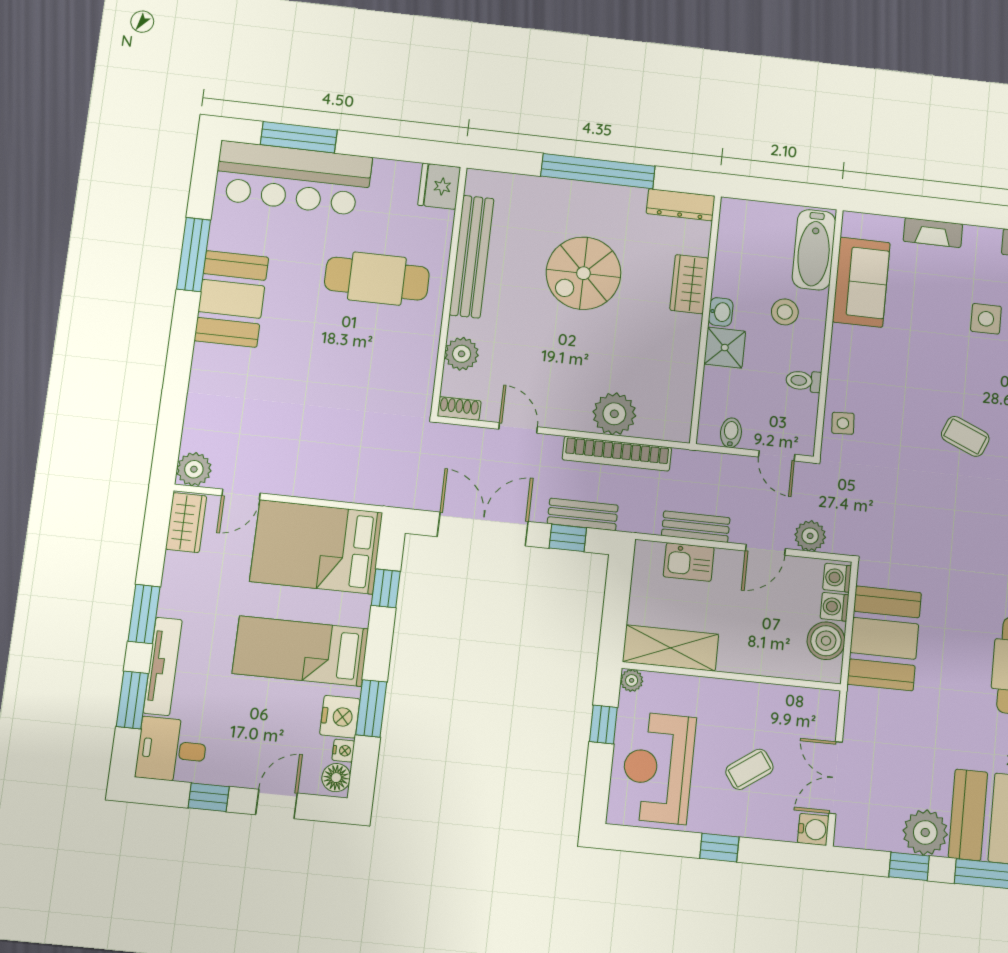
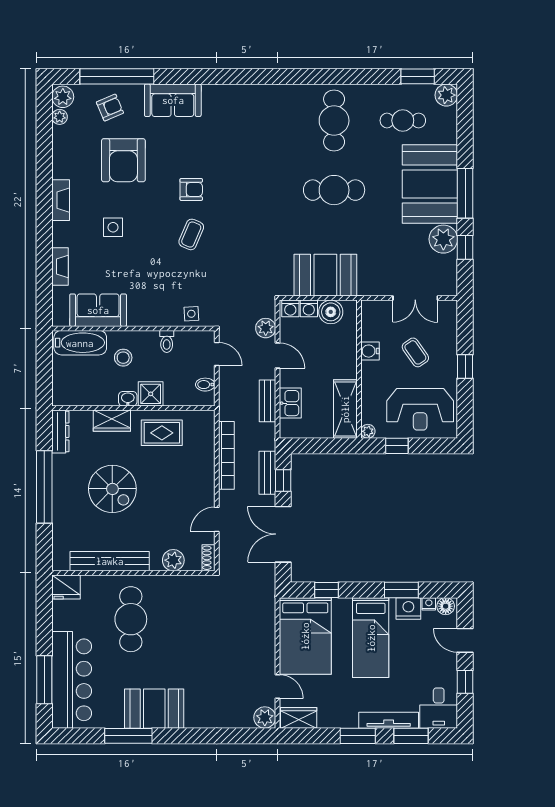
rug: (663, 358) -> (162, 433), added
plant: (614, 414) -> (201, 460), removed
door: (777, 456) -> (217, 354), hinge flipped
water cooler: (813, 829) -> (370, 351), moved, turned -90

